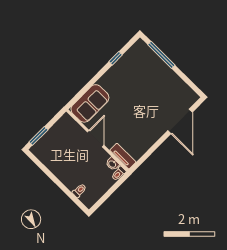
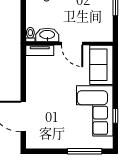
corner sofa: (126, 76) -> (95, 111), added
washbasin: (112, 164) -> (47, 35), width x1.91, depth x1.45

